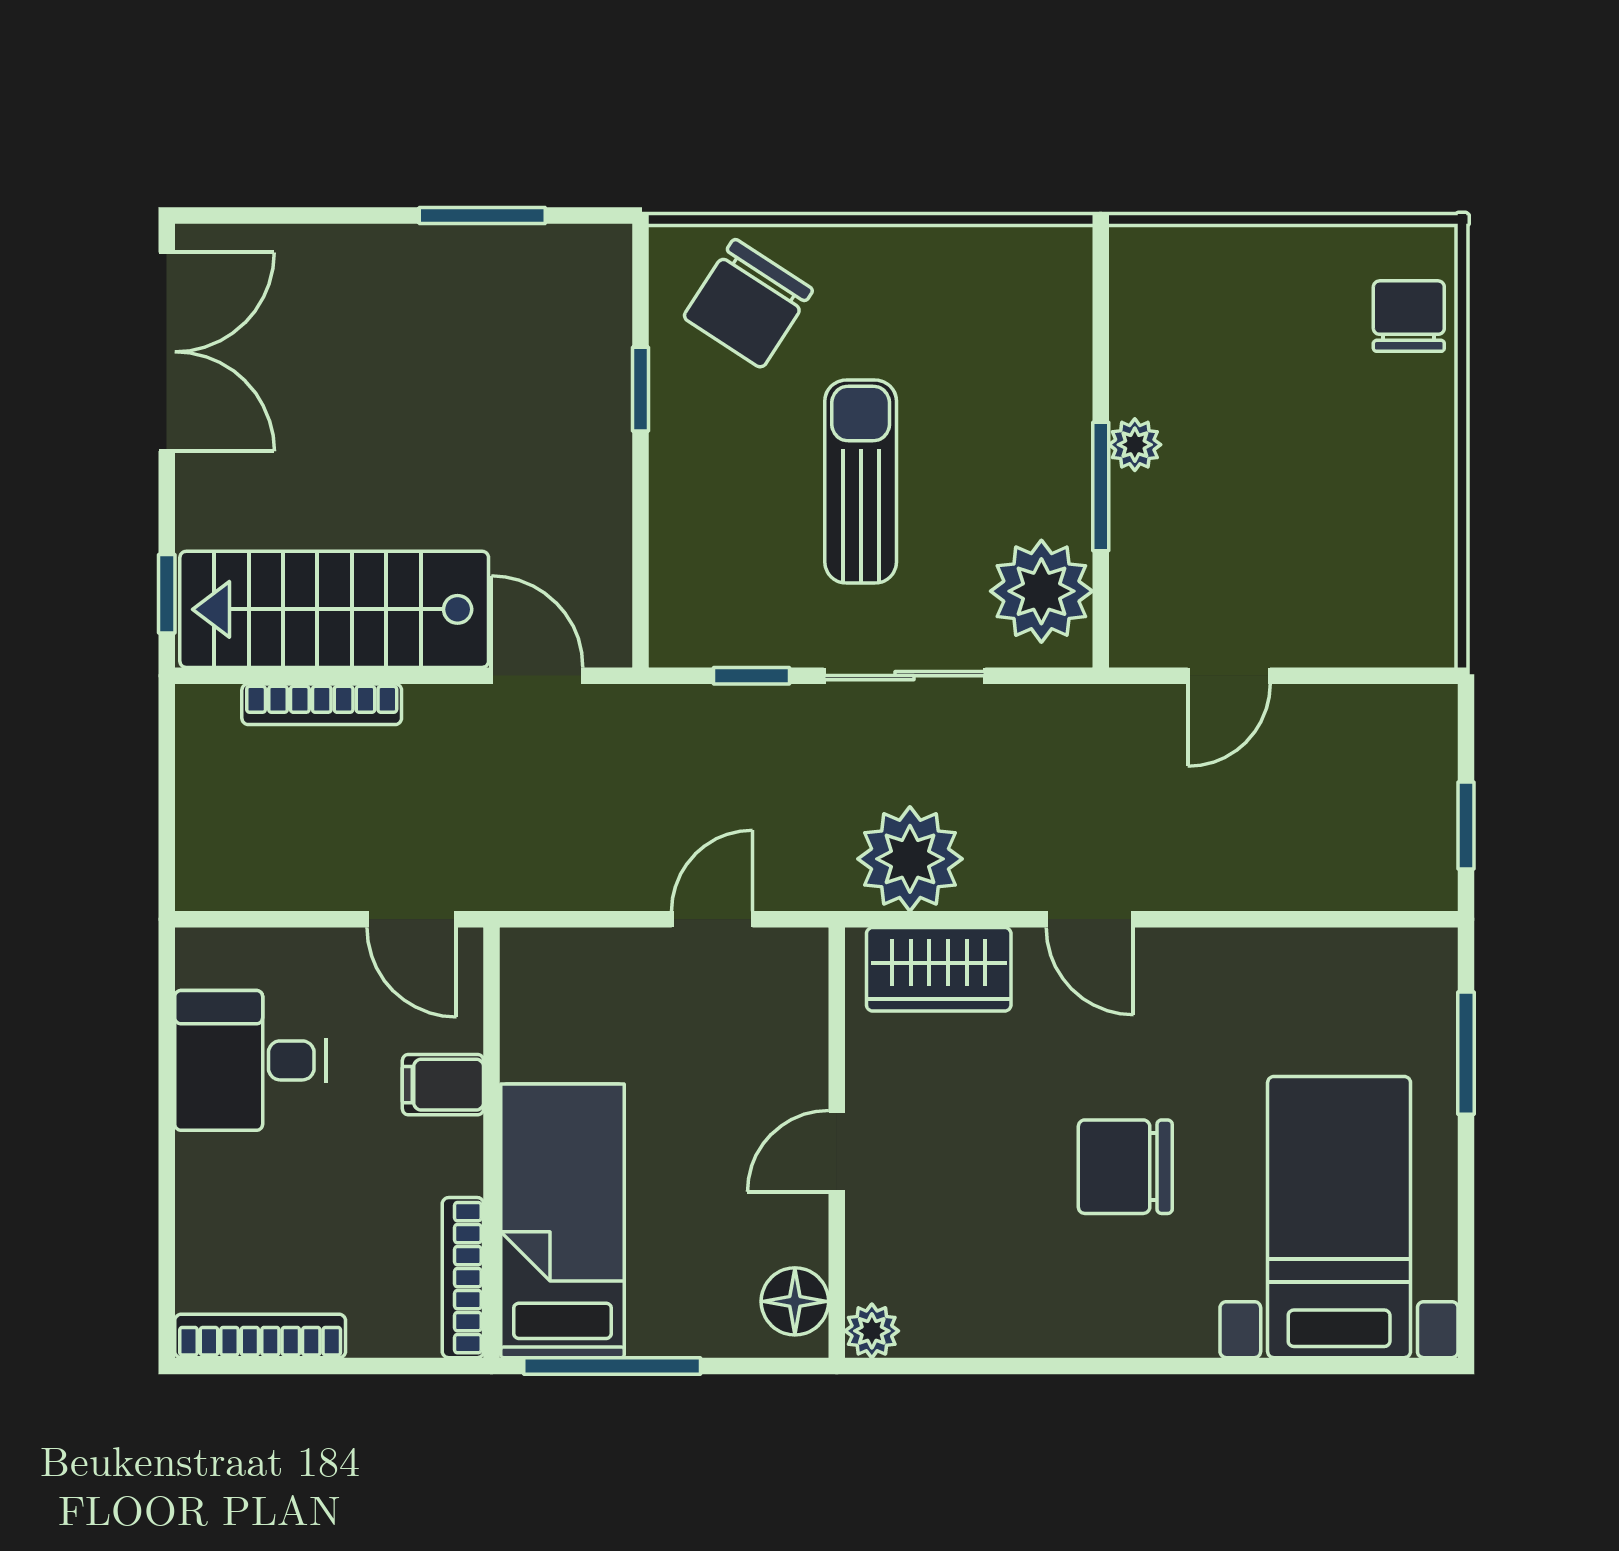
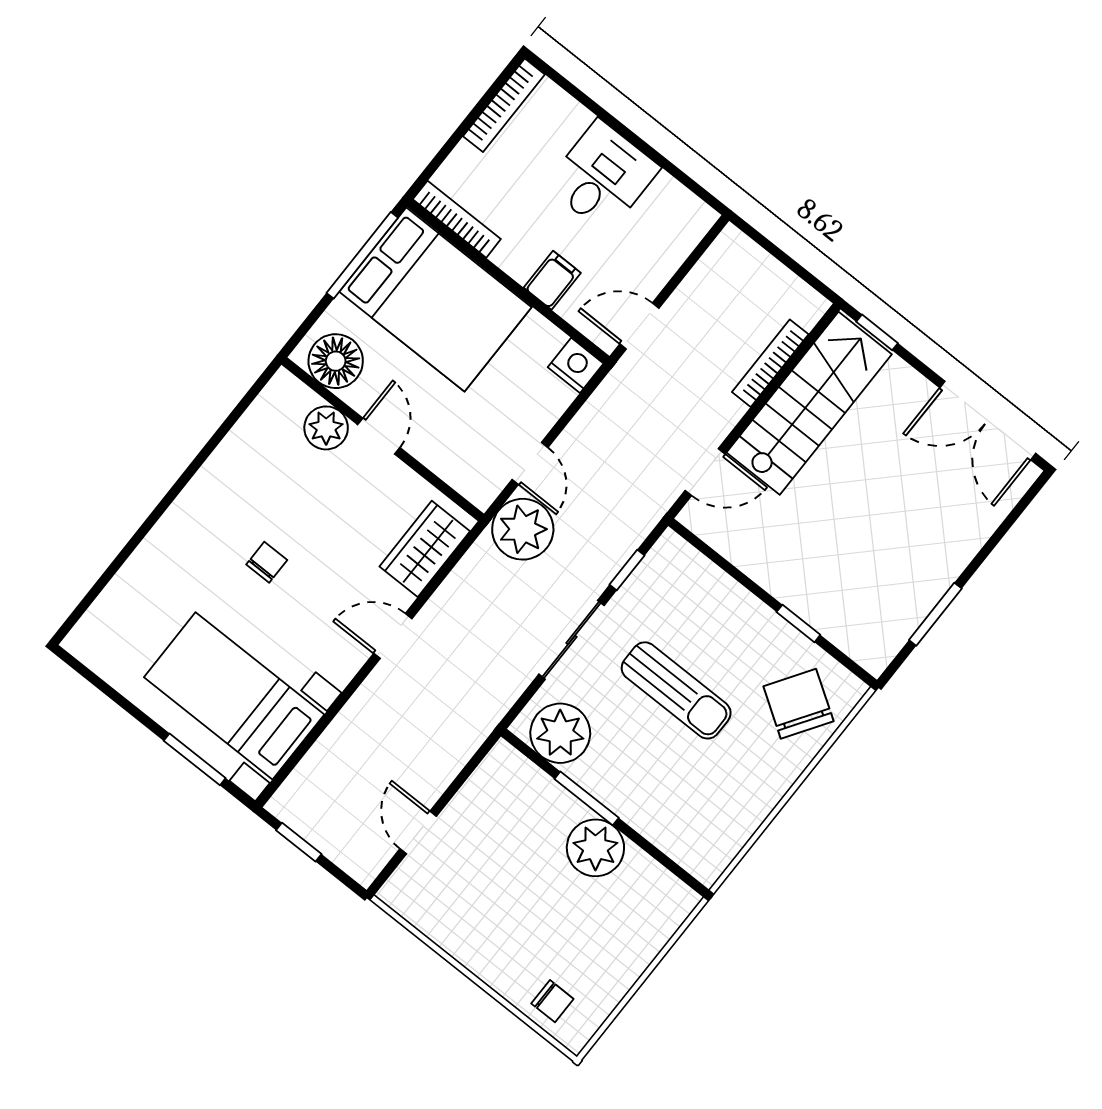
chair: (1409, 316) -> (552, 1001), width x0.73, depth x0.73
plant: (1135, 445) -> (595, 848), width x1.88, depth x1.88
door: (1229, 676) -> (418, 833), moved
plant: (910, 859) -> (523, 529), moved
nightstand: (532, 963) -> (576, 365), added
desk: (250, 1060) -> (603, 177), moved
chair: (1125, 1167) -> (267, 562), width x0.54, depth x0.54
bed with nightstands: (1339, 1217) -> (234, 696), moved, turned 180
bed: (563, 1221) -> (435, 299), width x1.50
floor lamp: (795, 1301) -> (336, 361), width x1.38, depth x1.38
plant: (872, 1331) -> (326, 428), moved, width x1.38, depth x1.38

